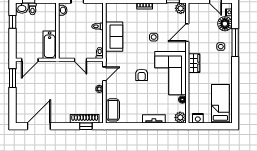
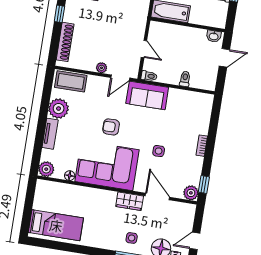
sofa: (114, 37) -> (147, 95), moved
door: (80, 60) -> (144, 49), swing flipped
wardrobe: (194, 63) -> (130, 201), moved
door: (104, 74) -> (120, 78), hinge flipped
plant: (134, 116) -> (59, 109), added
nightstand: (198, 118) -> (41, 192), removed
window: (86, 126) -> (59, 14), moved

